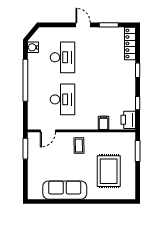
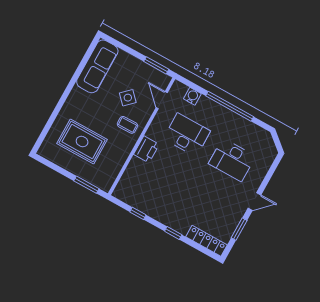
water cooler: (33, 47) -> (192, 96), moved
desk: (62, 99) -> (187, 135), turned 180
printer: (128, 120) -> (146, 149), moved, turned 90
filing cabinet: (104, 123) -> (137, 165), removed
side table: (59, 156) -> (128, 98), added
sofa: (65, 190) -> (97, 66), moved

